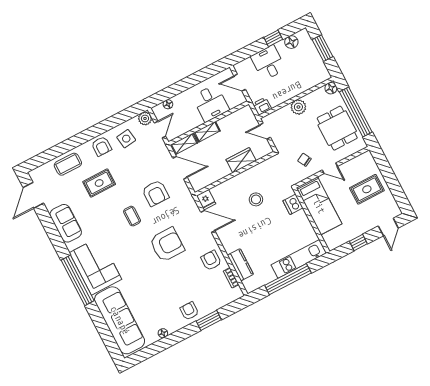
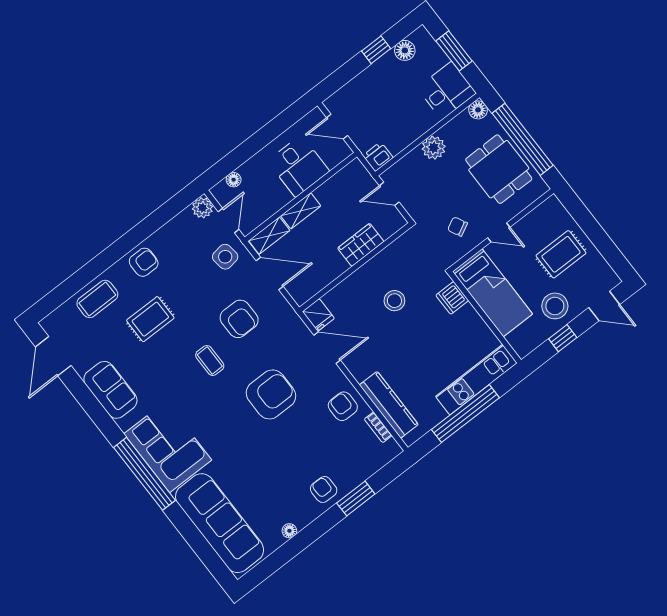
desk: (268, 63) -> (447, 91), moved, turned 90
side table: (126, 139) -> (225, 257), moved
armchair: (101, 146) -> (144, 262), turned -90
stool: (357, 221) -> (555, 306), added
door: (388, 227) -> (604, 306), hinge flipped
kitchen counter: (240, 265) -> (389, 405), width x1.50

